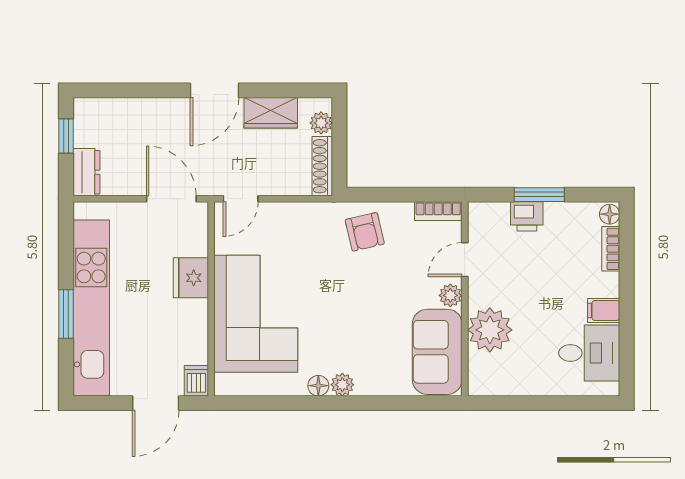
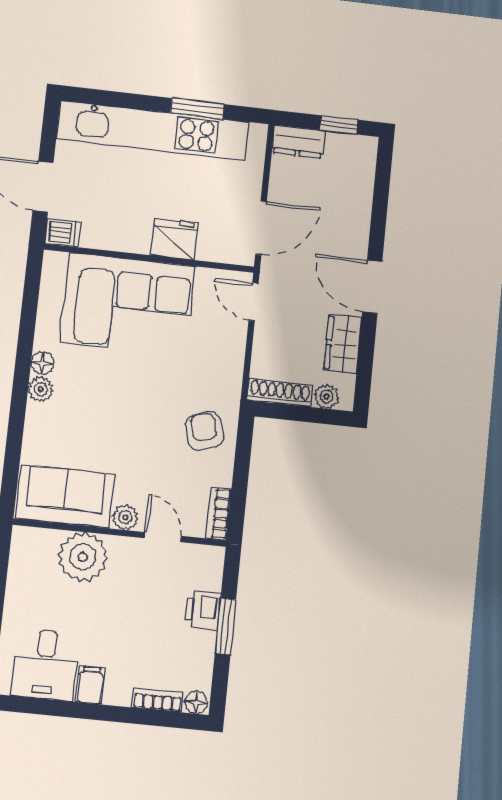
armchair: (365, 232) -> (204, 431), turned 87
window: (66, 314) -> (197, 108), moved

